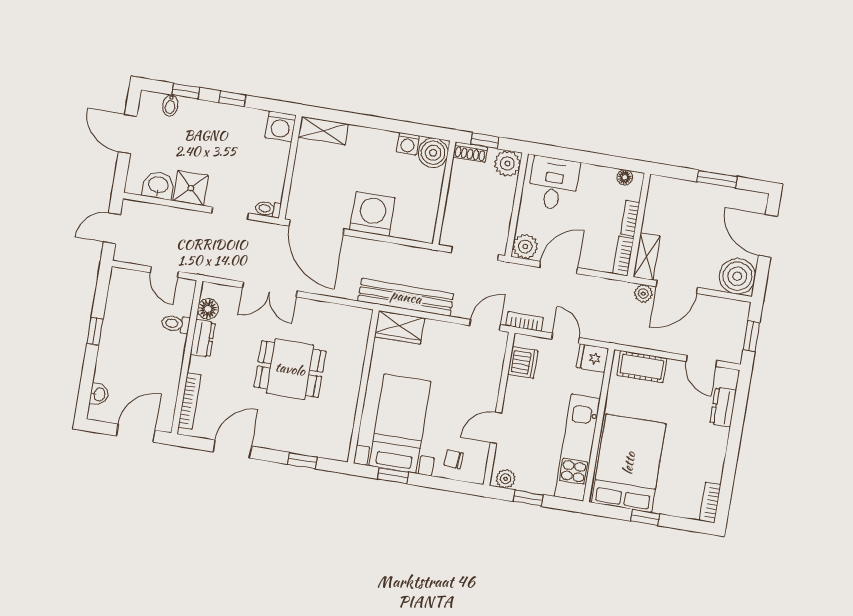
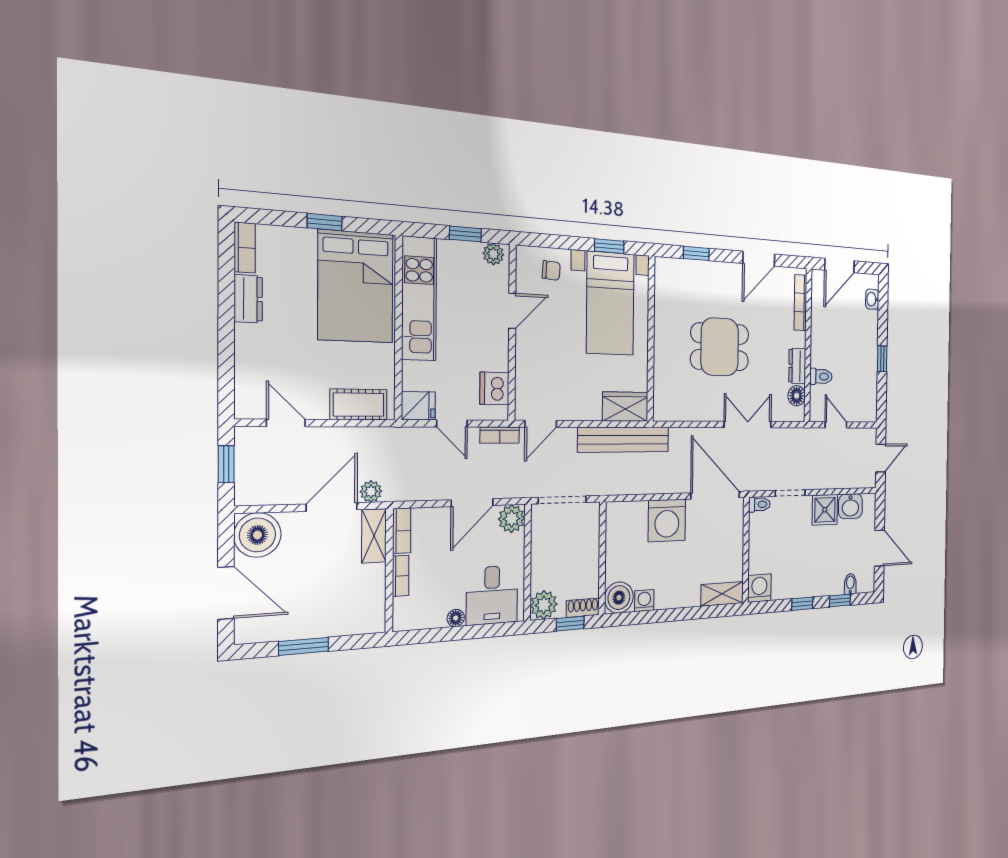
floor lamp: (625, 177) -> (456, 618), moved
dresser: (723, 407) -> (248, 299), moved

